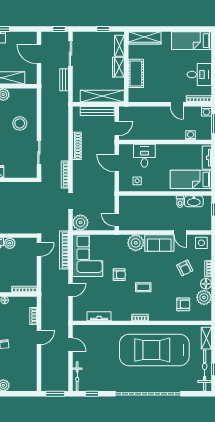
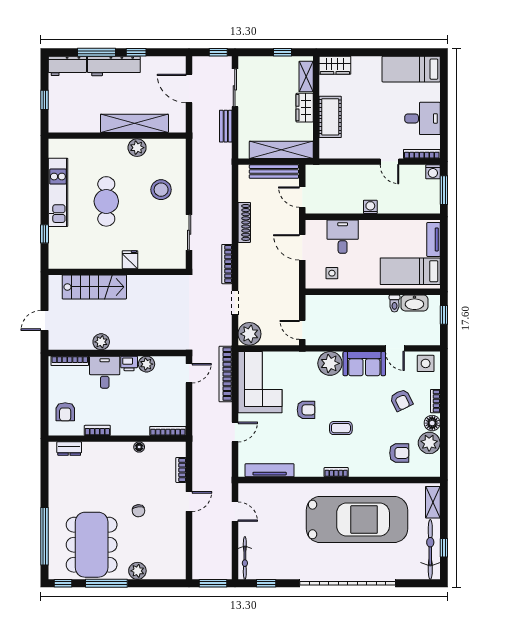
wardrobe: (145, 38) -> (335, 65), width x0.67
door: (117, 128) -> (302, 197), swing flipped
washing machine: (191, 135) -> (370, 207), moved
tv unit: (99, 316) -> (270, 470), width x1.41
car: (154, 350) -> (357, 519), turned 180

